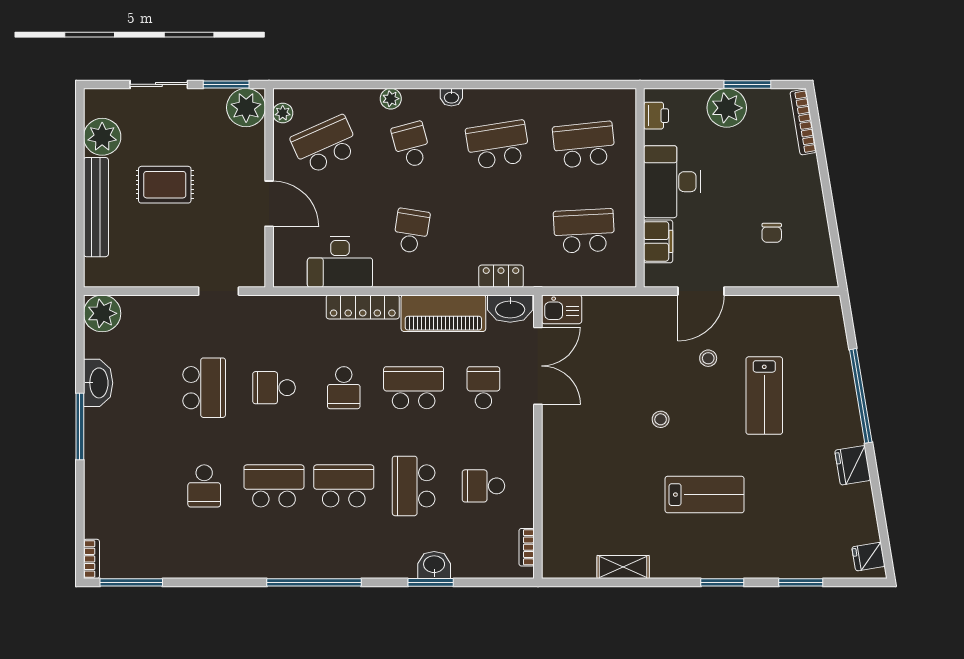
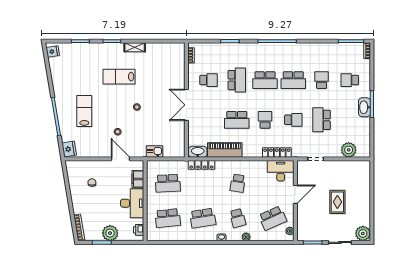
plant: (246, 108) -> (305, 233), removed
plant: (102, 137) -> (363, 233), moved
rug: (165, 185) -> (337, 202), turned 90
door: (269, 204) -> (295, 194), swing flipped
bench: (96, 207) -> (365, 193), removed
desk: (340, 262) -> (281, 171), moved
locker: (501, 276) -> (201, 165), width x1.53
door: (701, 291) -> (121, 159), hinge flipped
locker: (363, 307) -> (277, 152), moved
kitchen sink: (562, 309) -> (155, 152), moved
plant: (102, 313) -> (349, 150), moved
double door: (538, 366) -> (186, 105), moved
washbasin: (98, 383) -> (364, 107), moved
school desk: (483, 388) -> (350, 80), moved, turned 90
lab bench: (764, 396) -> (84, 111), moved
fridge: (853, 465) -> (69, 149), moved
washbasin: (434, 565) -> (229, 48), removed
shelving: (623, 567) -> (135, 47), moved

